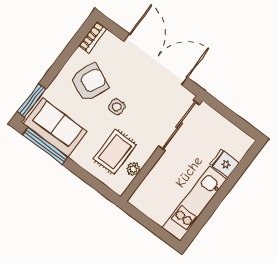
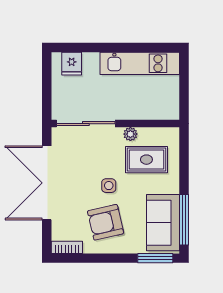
armchair: (90, 82) -> (106, 222), turned -36
fridge: (224, 163) -> (72, 64), moved
plant: (133, 169) -> (130, 134), moved

